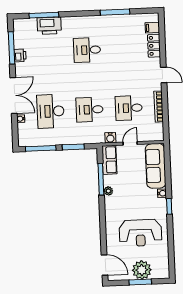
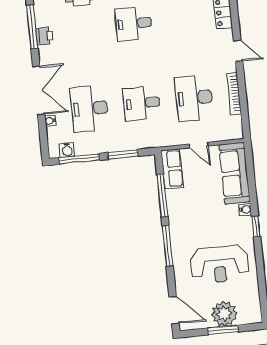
desk: (129, 108) -> (194, 98), width x1.37
water cooler: (110, 138) -> (67, 150), moved
door: (130, 143) -> (199, 145), swing flipped
plant: (108, 191) -> (173, 211), removed
window: (103, 217) -> (168, 246), added

